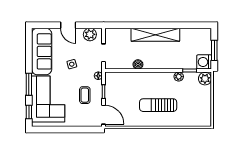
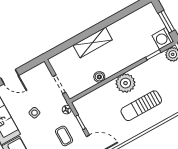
plant: (90, 34) -> (36, 74), removed
shelving: (155, 35) -> (93, 42), width x0.68
plant: (179, 77) -> (125, 83), moved, width x1.88, depth x1.88

